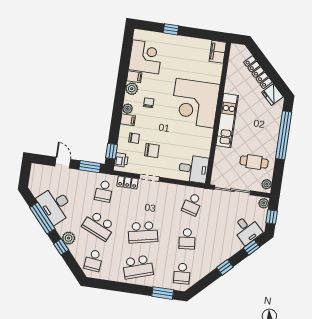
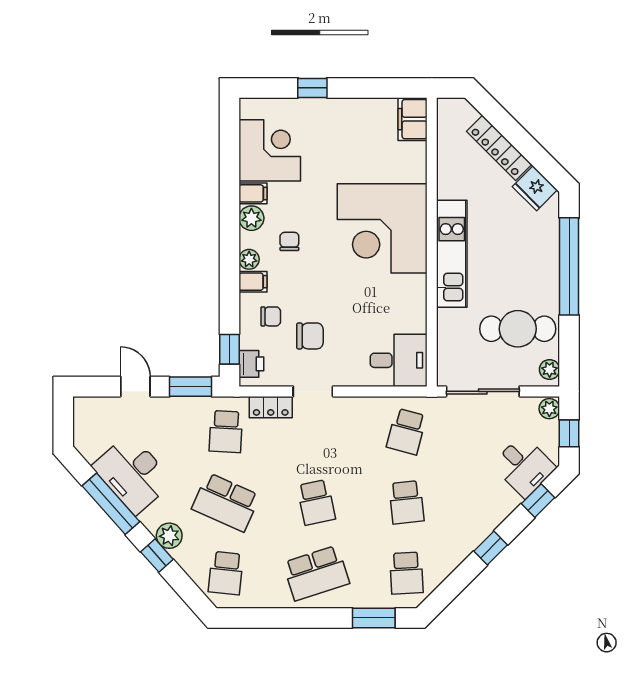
cafe table: (254, 162) -> (518, 329), width x1.37, depth x1.35
school desk: (143, 232) -> (316, 502), width x0.54

